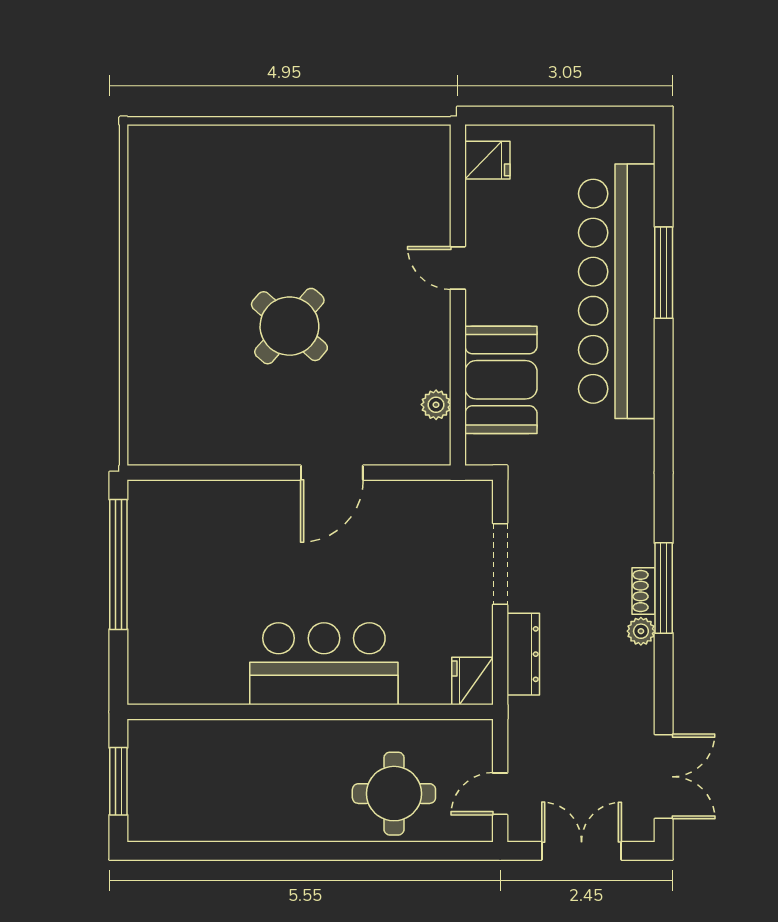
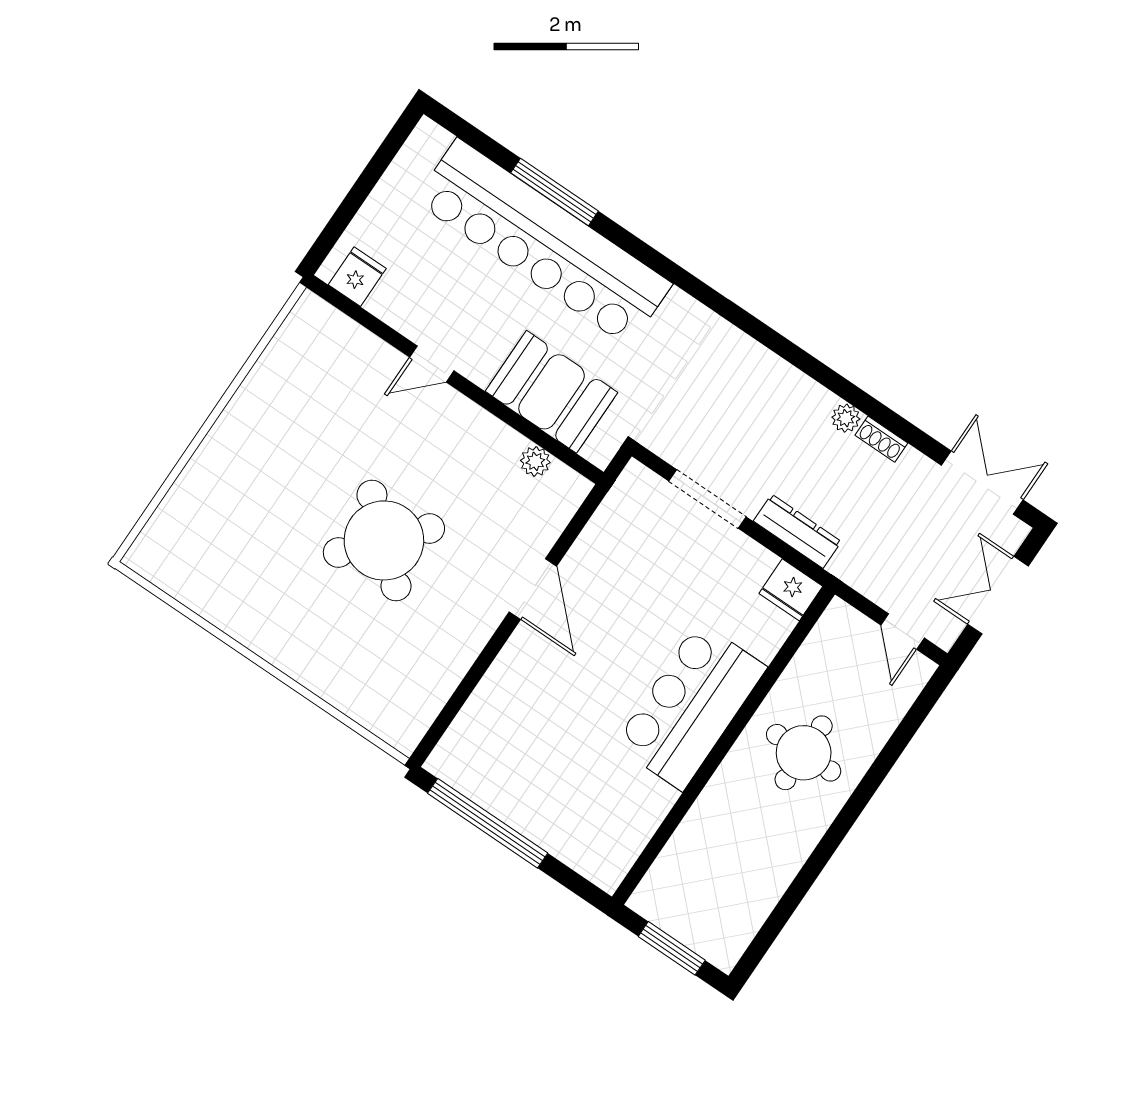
round table: (289, 326) -> (384, 540), width x1.36, depth x1.36
window: (664, 588) -> (822, 374), removed
shoe rack: (643, 591) -> (881, 439), moved
round table: (394, 794) -> (804, 753), moved

